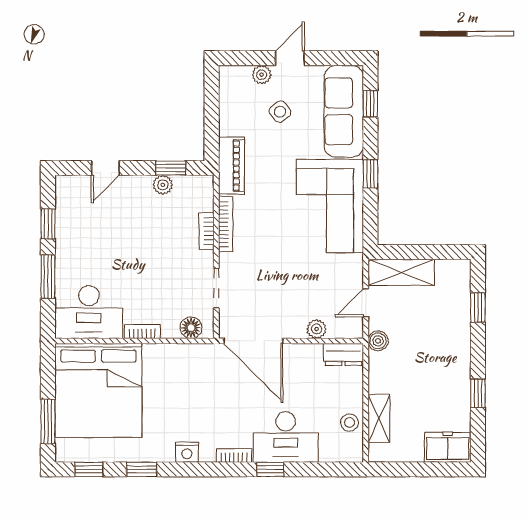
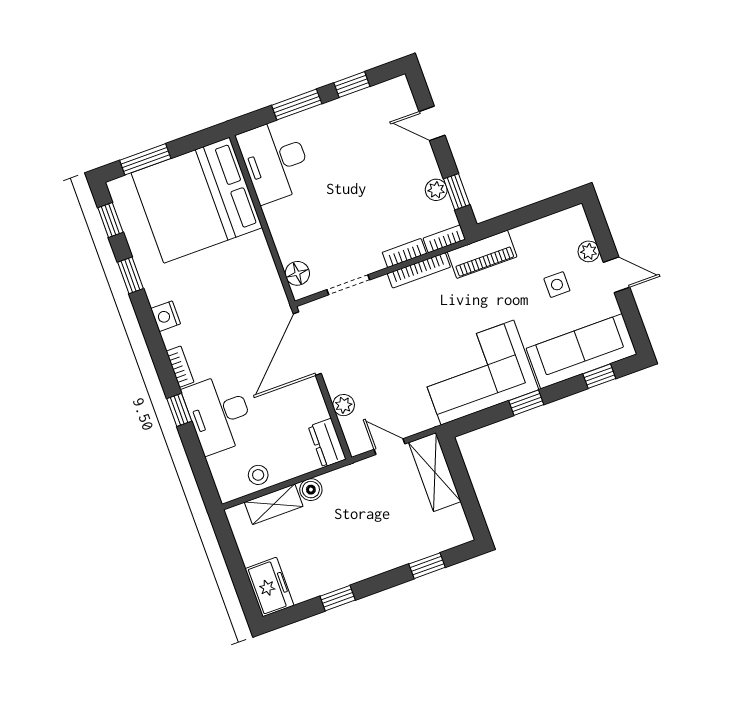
side table: (280, 112) -> (557, 285), turned 37
bookcase: (142, 331) -> (444, 239), moved, turned -90
boiler: (378, 341) -> (311, 490), moved

